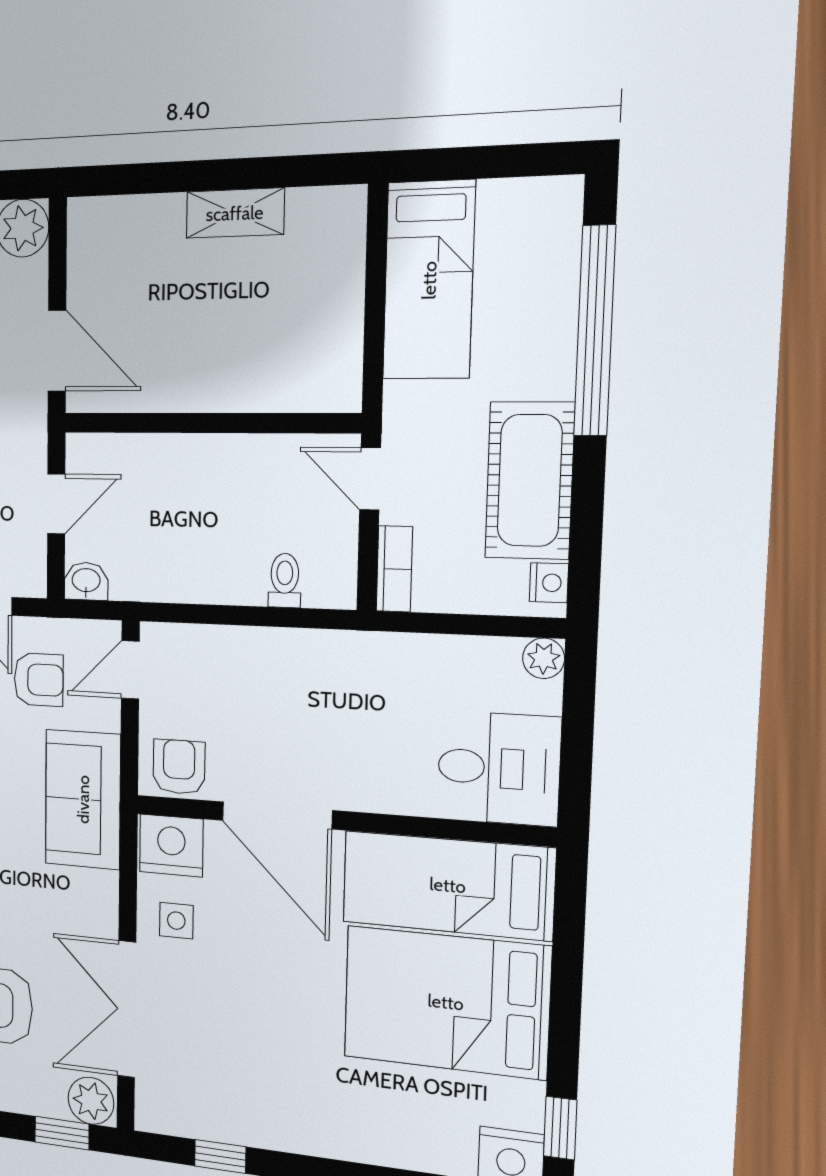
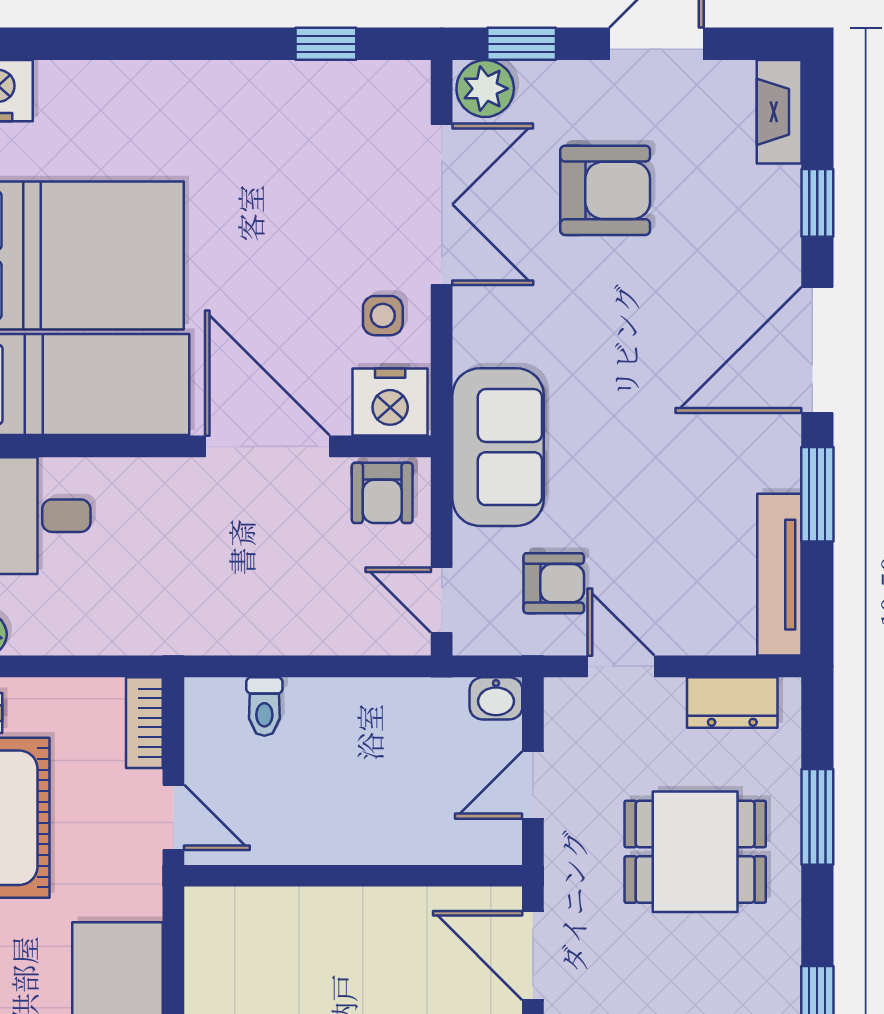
door: (130, 670) -> (442, 600), swing flipped
armchair: (39, 680) -> (554, 583), turned 180

